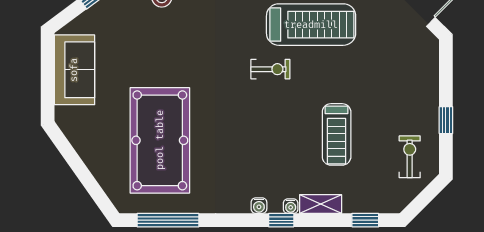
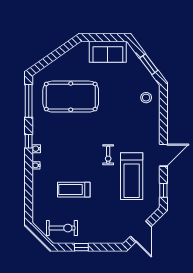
exercise bike: (410, 157) -> (62, 228), width x1.38, depth x1.39
shelving: (321, 204) -> (37, 181), removed
window: (281, 220) -> (29, 141), moved
window: (365, 220) -> (29, 205), removed

